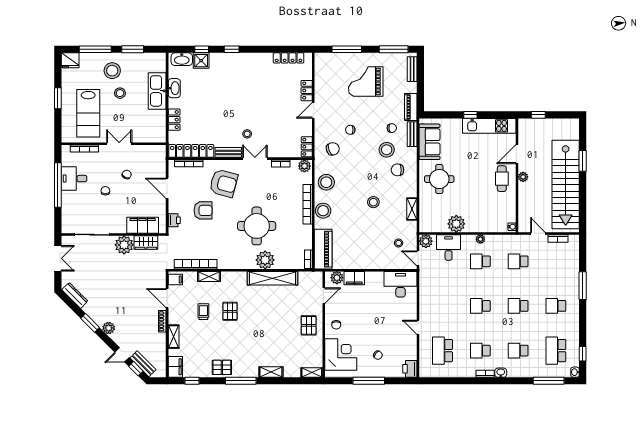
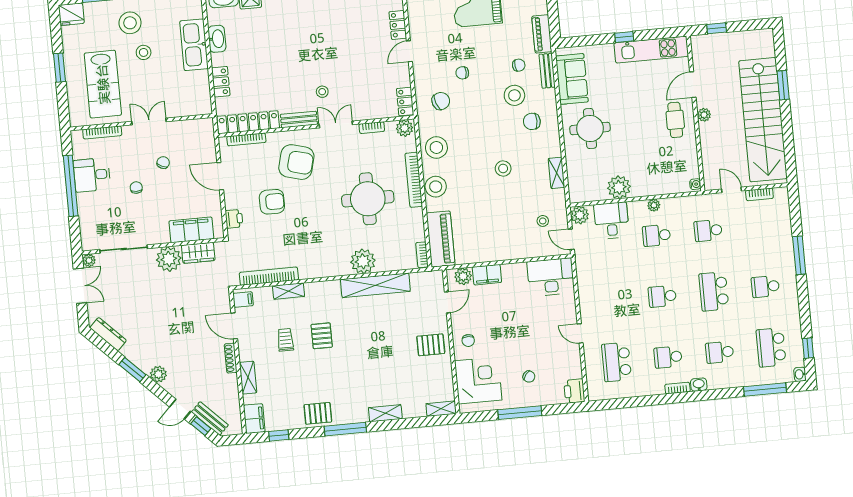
round table: (257, 226) -> (368, 199), moved
plant: (66, 240) -> (89, 260), added
school desk: (518, 306) -> (714, 291), width x1.85
pallet: (309, 325) -> (431, 345), turned 90

